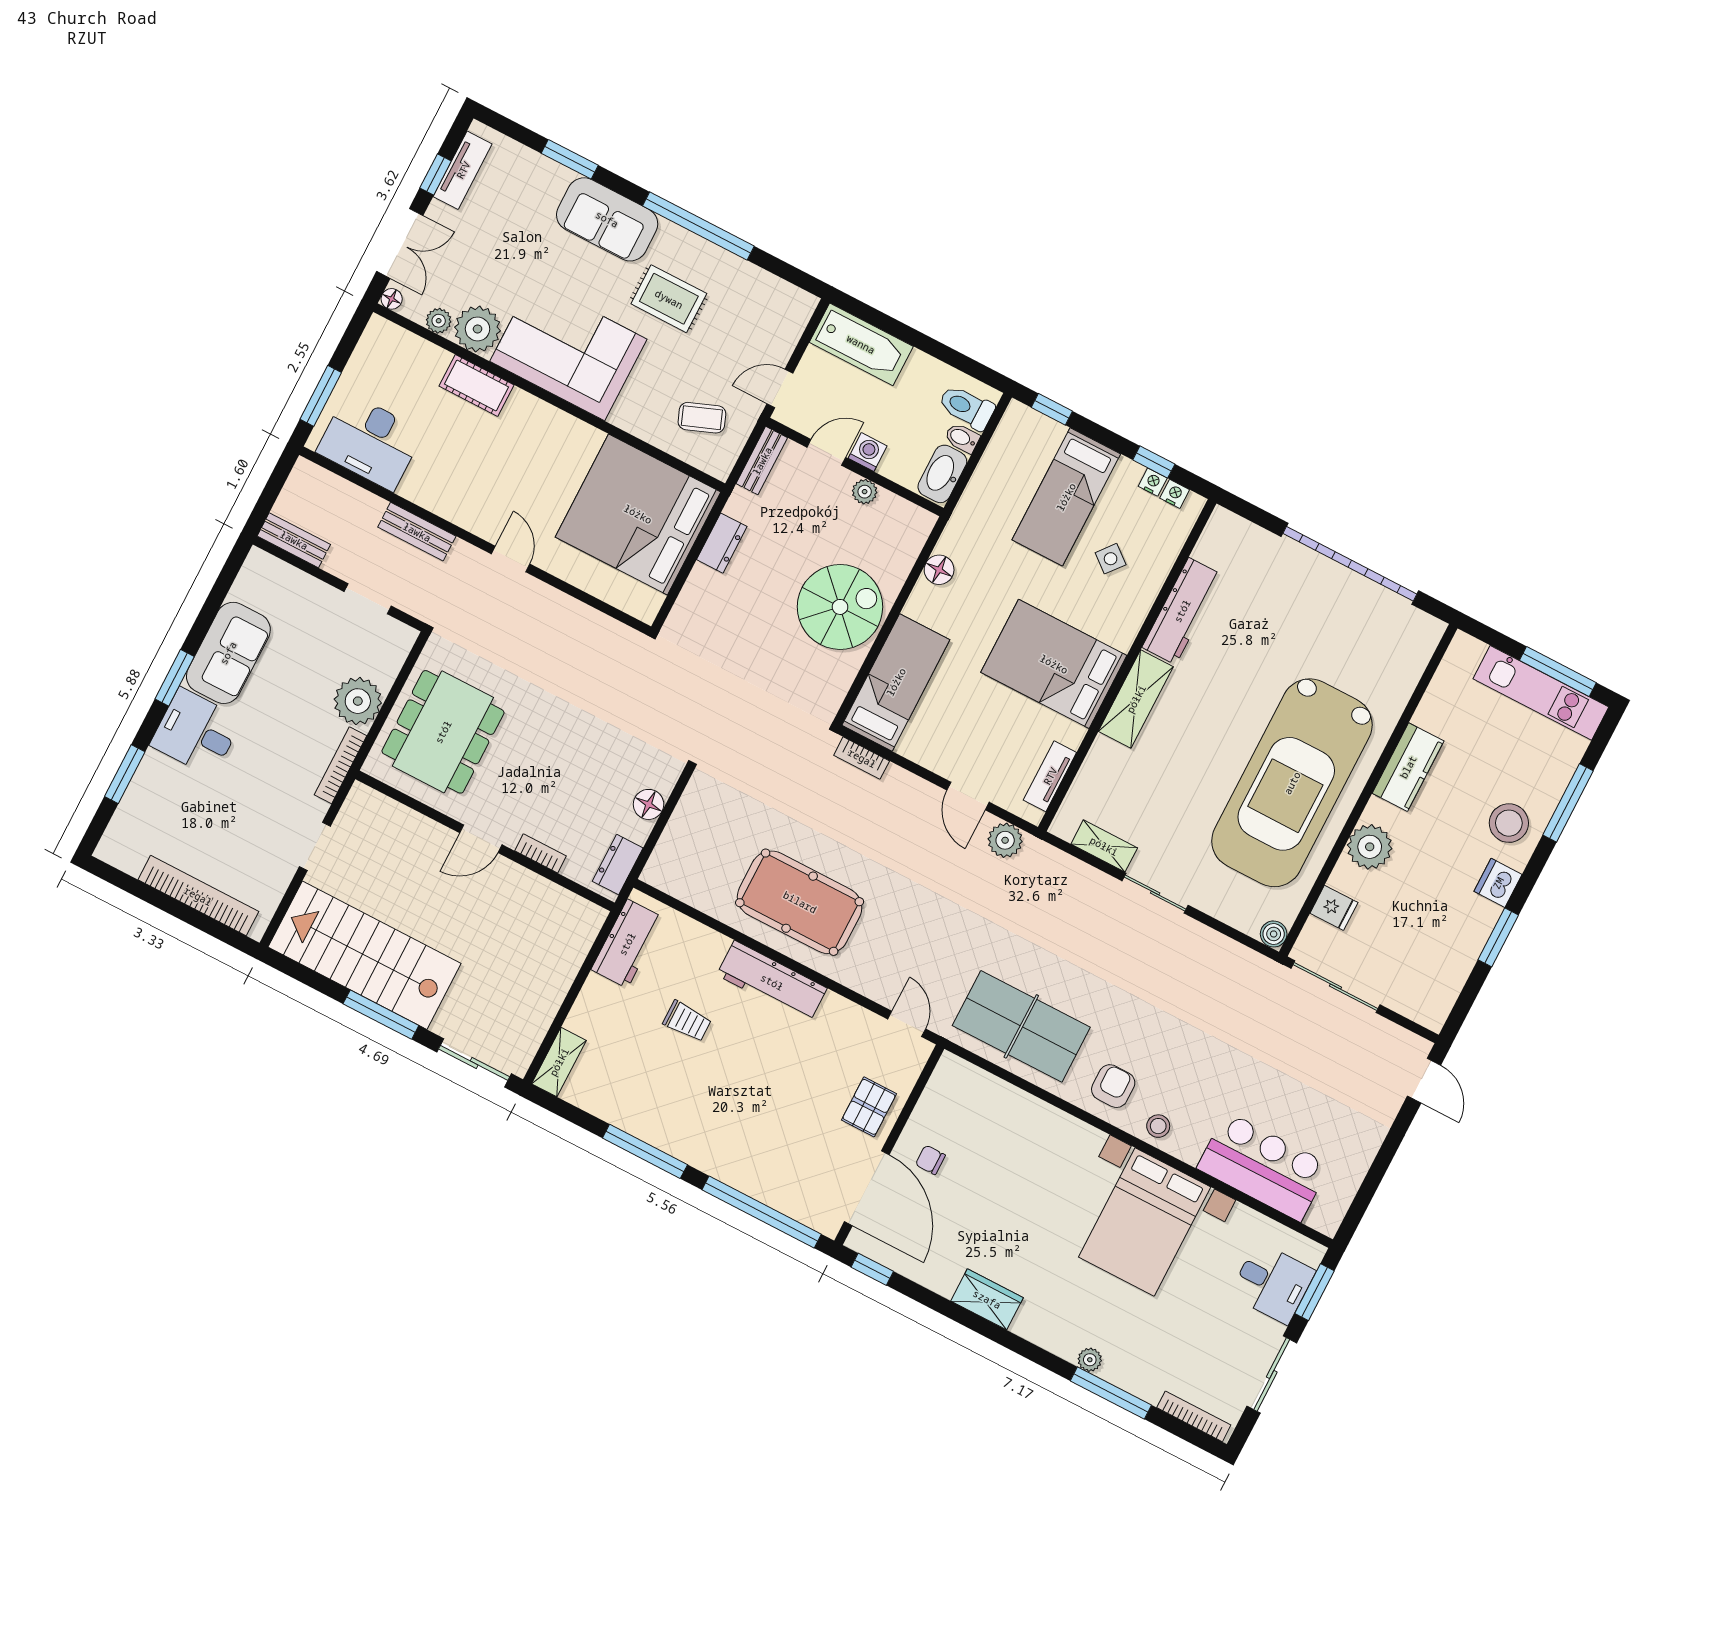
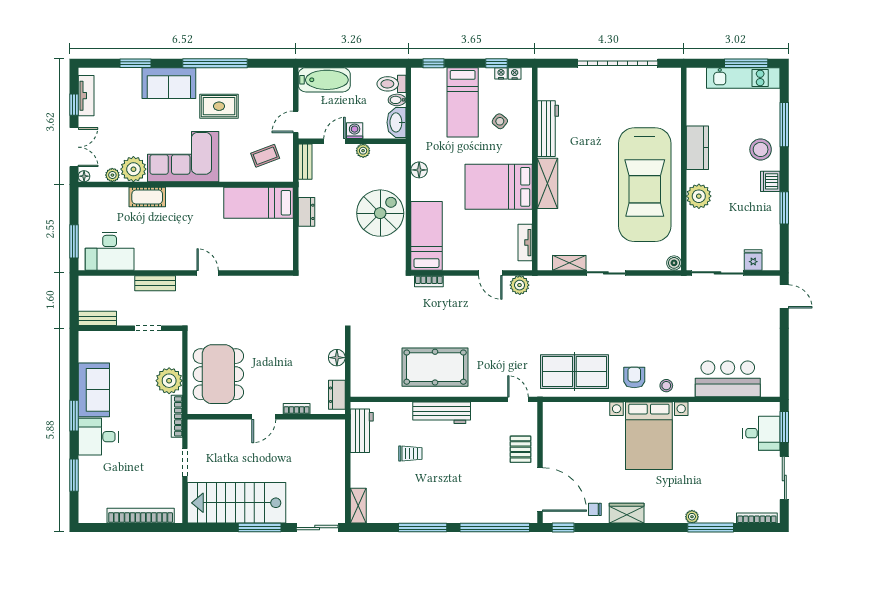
bed: (638, 514) -> (258, 203), width x0.49
fridge: (1334, 908) -> (753, 260), moved, turned -90
chair: (930, 1160) -> (595, 509), moved
bed with nightstands: (1145, 1222) -> (649, 436), moved

